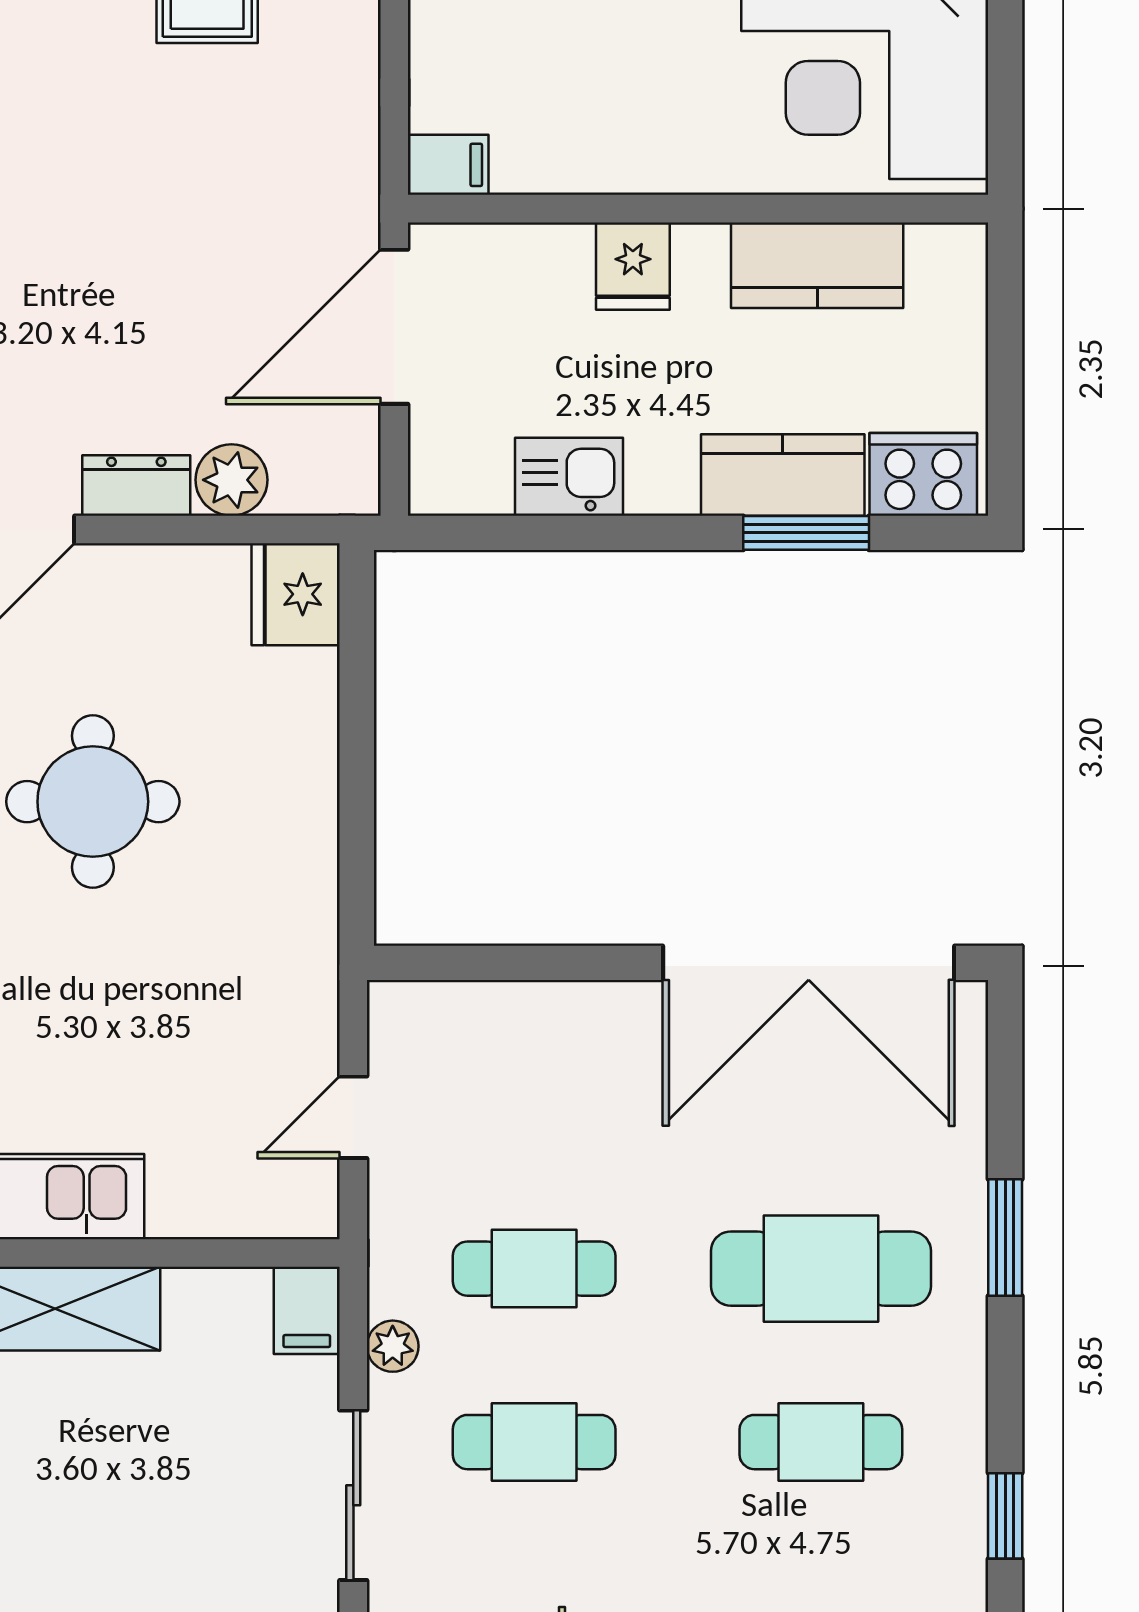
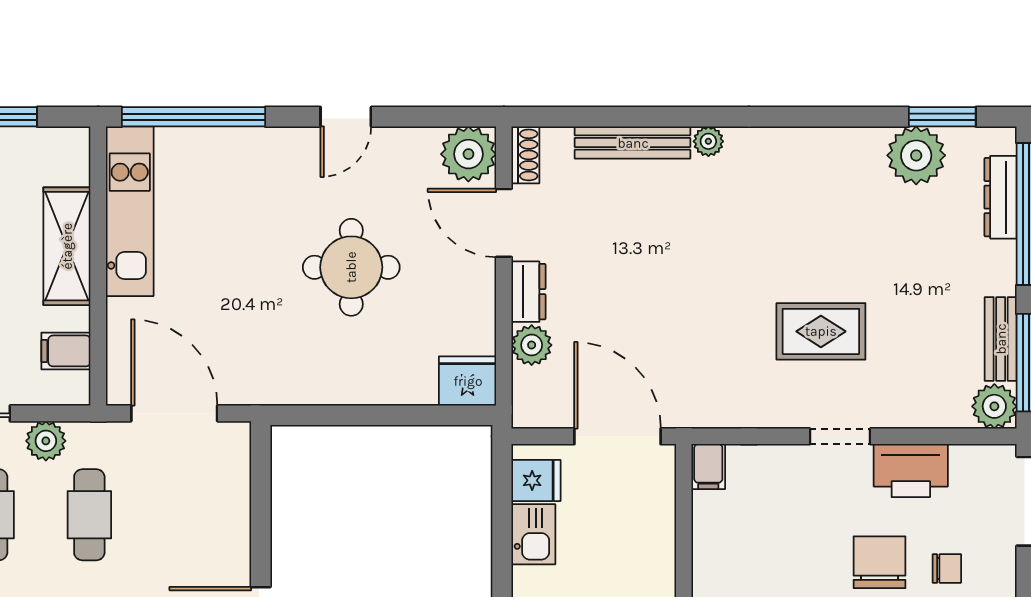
fridge: (633, 266) -> (536, 480), moved, turned 180
door: (353, 1117) -> (174, 413), width x1.88
filing cabinet: (307, 1310) -> (66, 351), moved
plant: (393, 1346) -> (46, 441), width x1.38, depth x1.38

